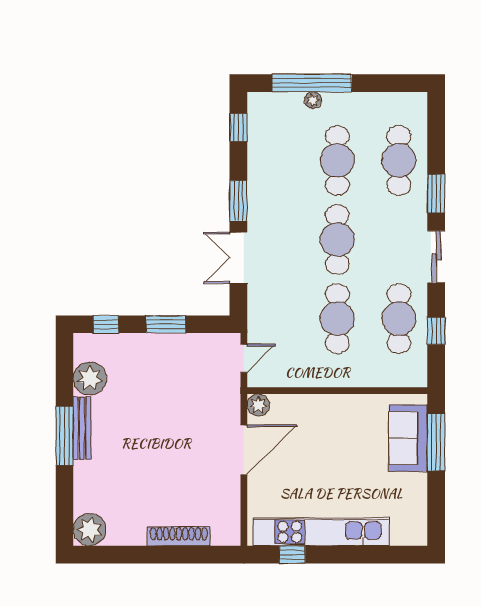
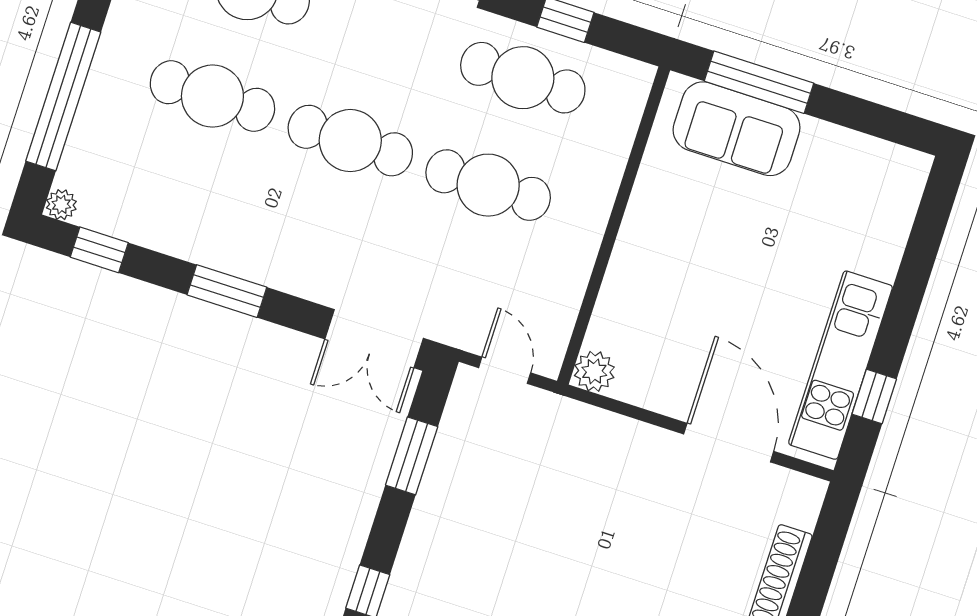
plant: (313, 100) -> (61, 205), moved
double door: (238, 258) -> (374, 339), moved
window: (166, 324) -> (412, 456), moved
door: (244, 450) -> (729, 443), moved
kitchen unit: (321, 532) -> (841, 365), width x0.73

